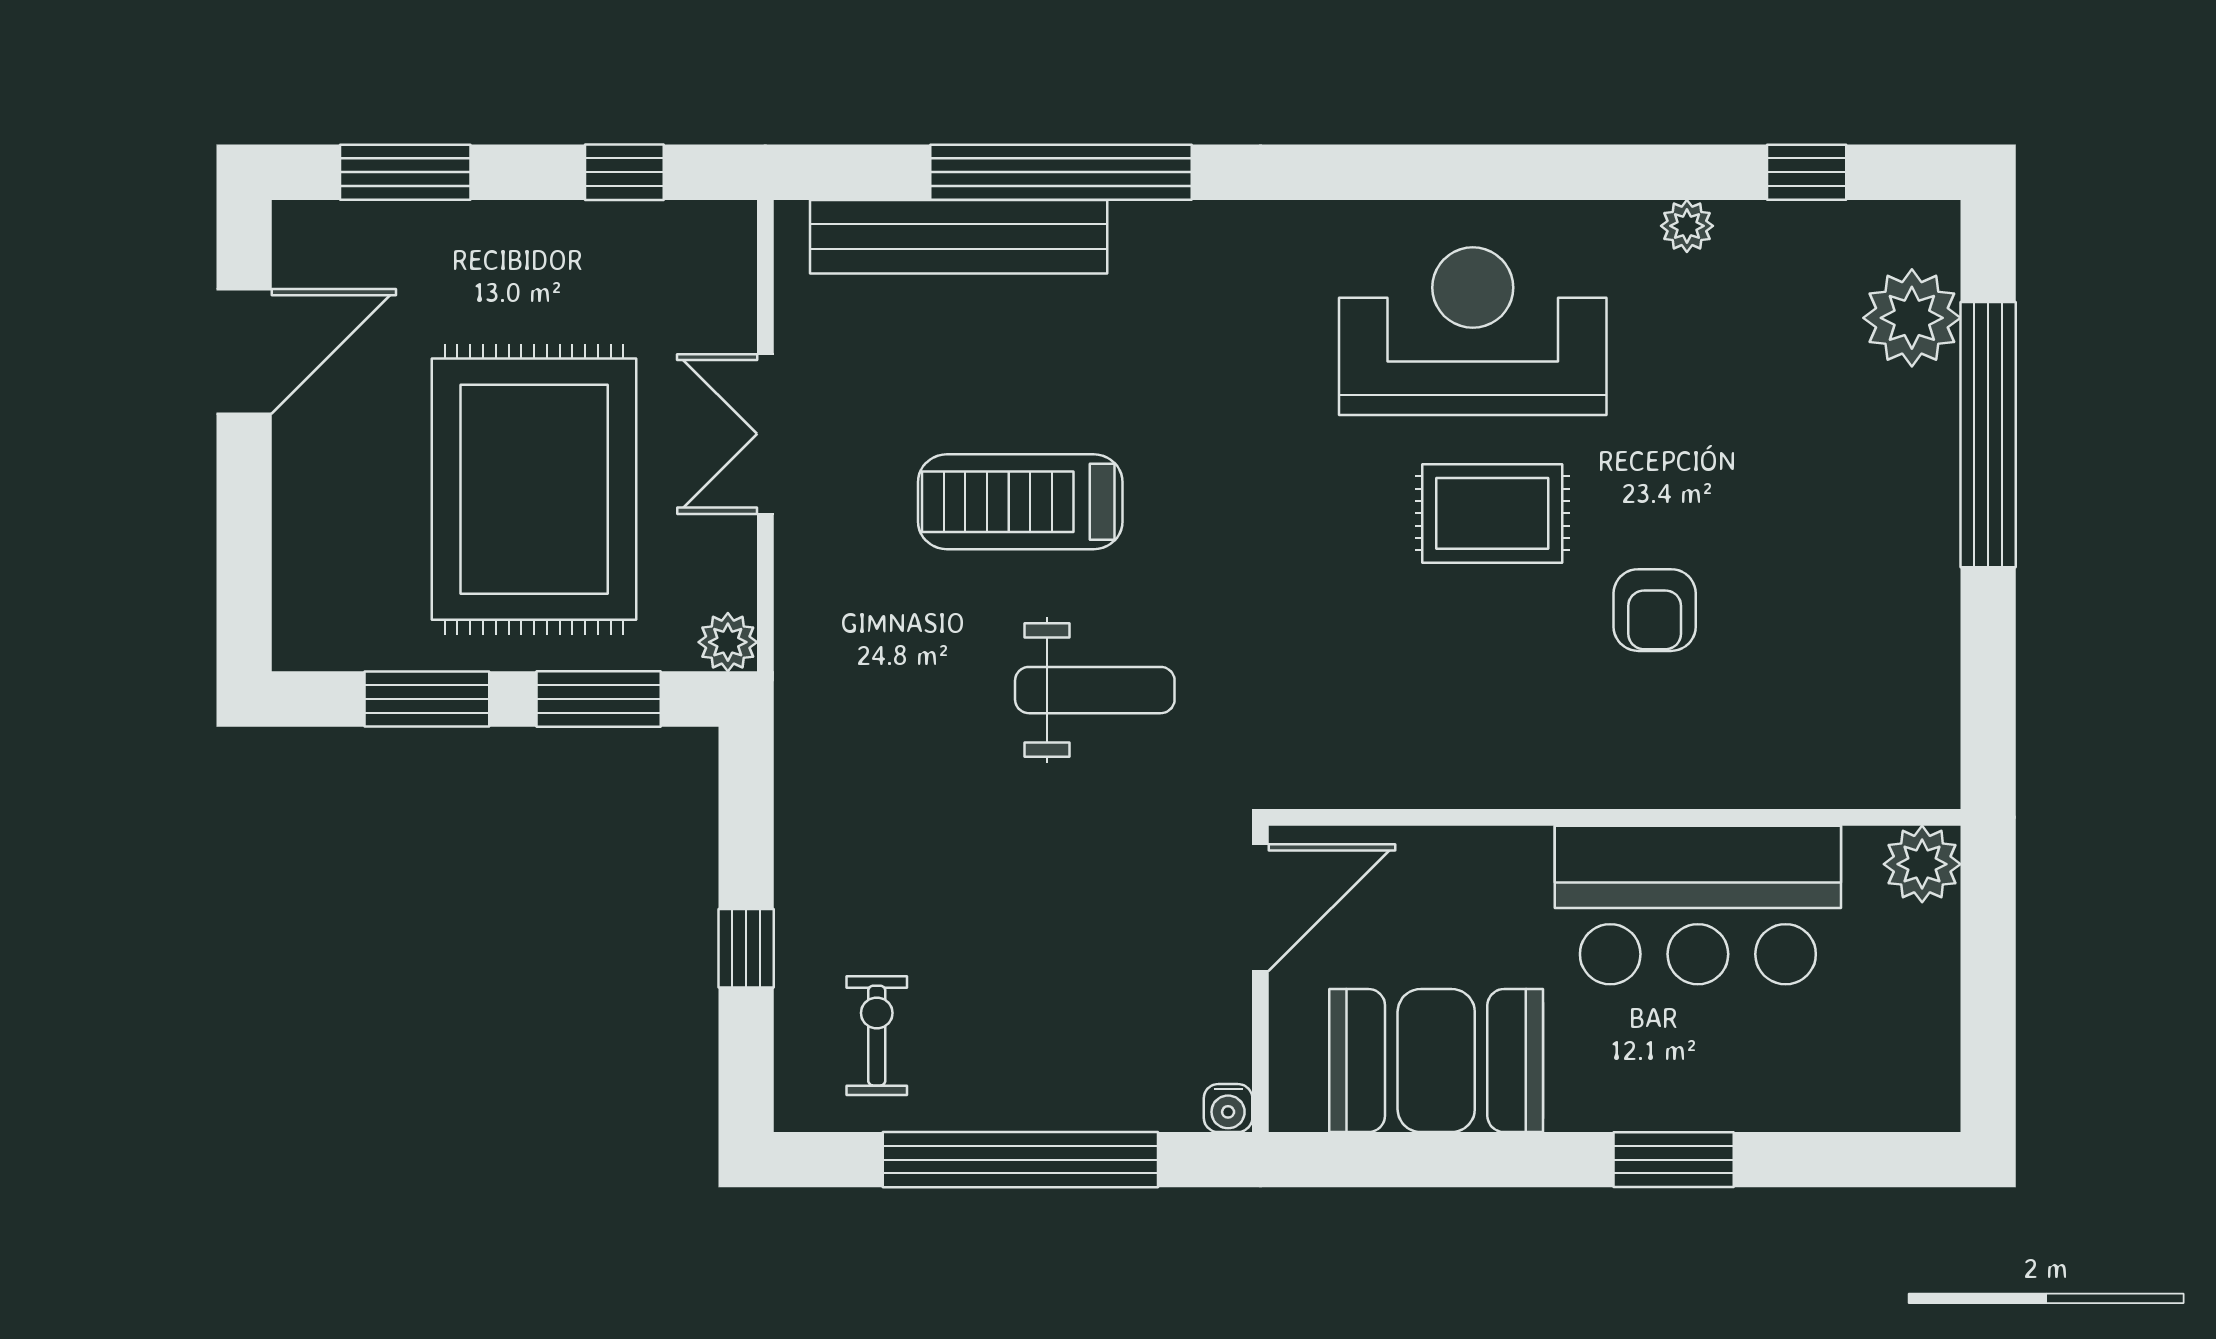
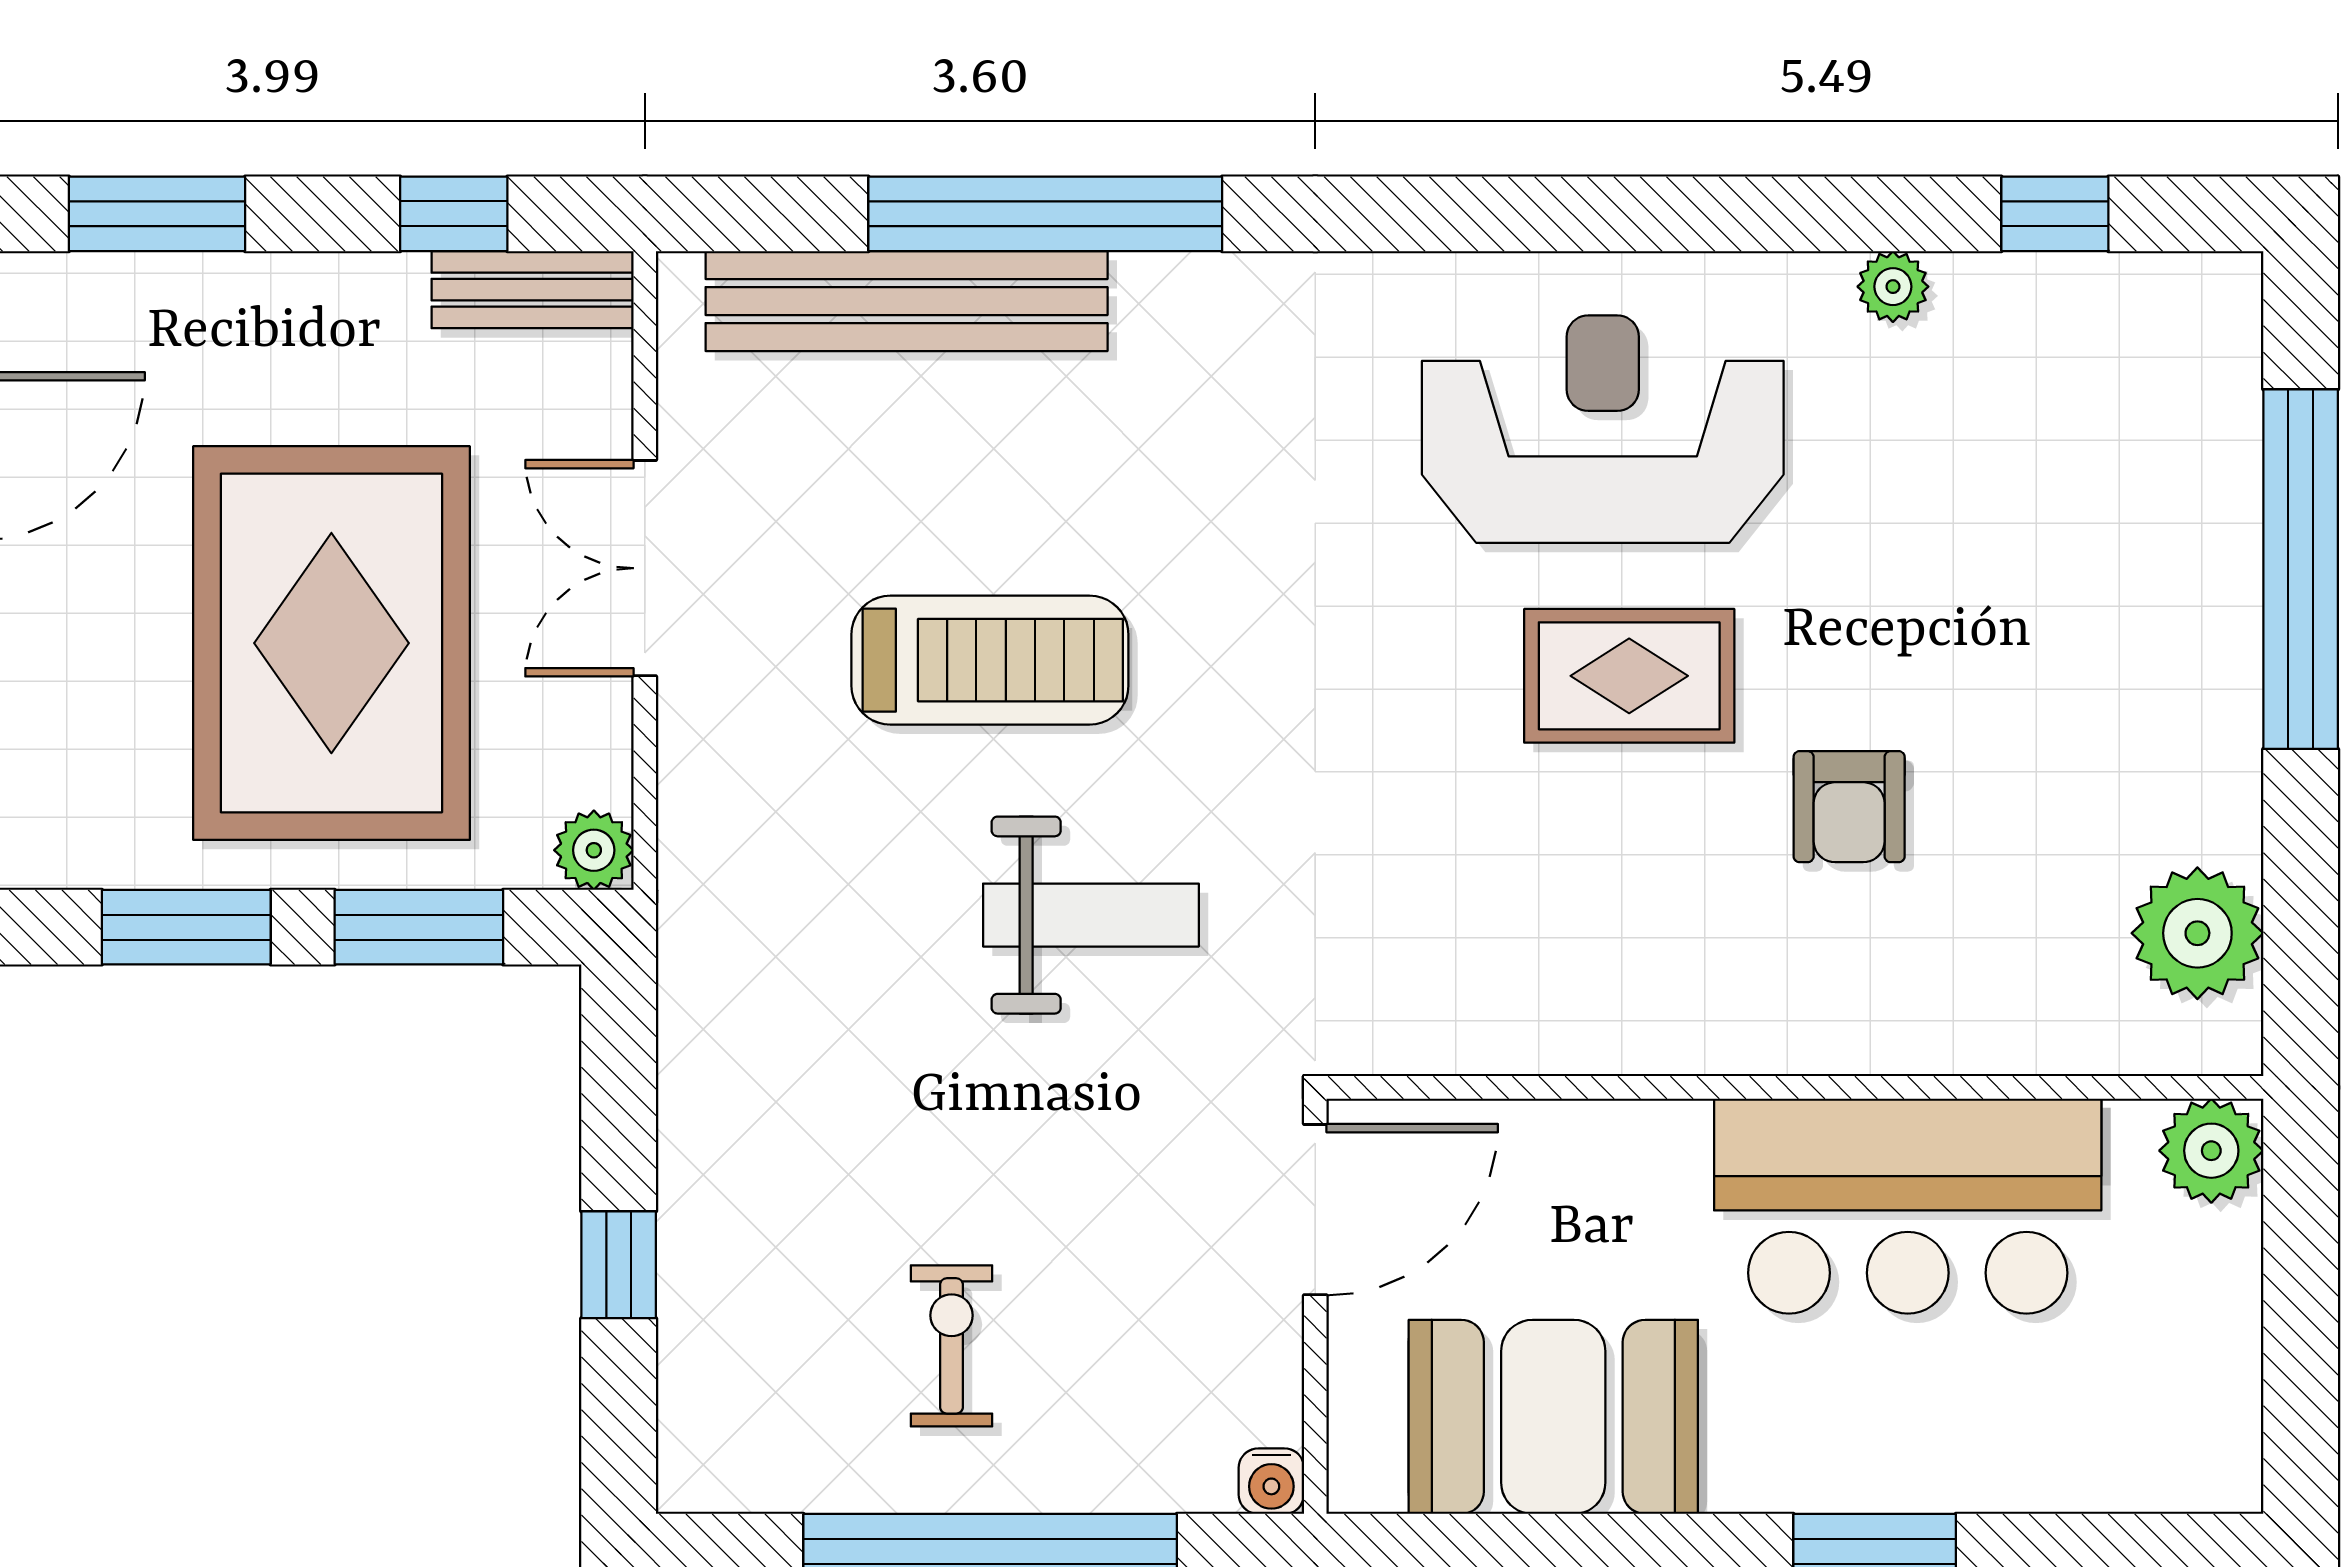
bench: (683, 228) -> (533, 290), added
plant: (1912, 318) -> (2197, 933), moved
treadmill: (1020, 502) -> (990, 660), turned 180
exercise bike: (877, 1036) -> (952, 1346), moved

